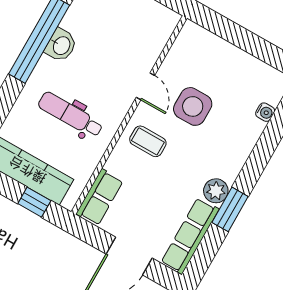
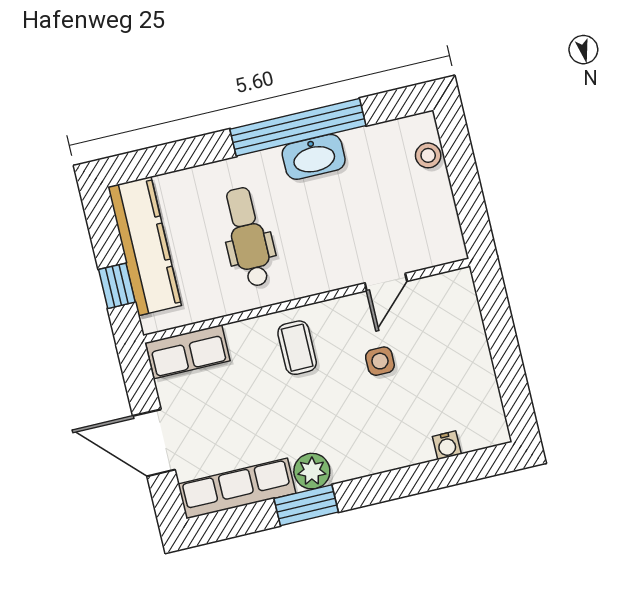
washbasin: (61, 45) -> (314, 157), width x1.38
door: (145, 86) -> (386, 282), moved
side table: (193, 106) -> (380, 361), width x0.54, depth x0.54

